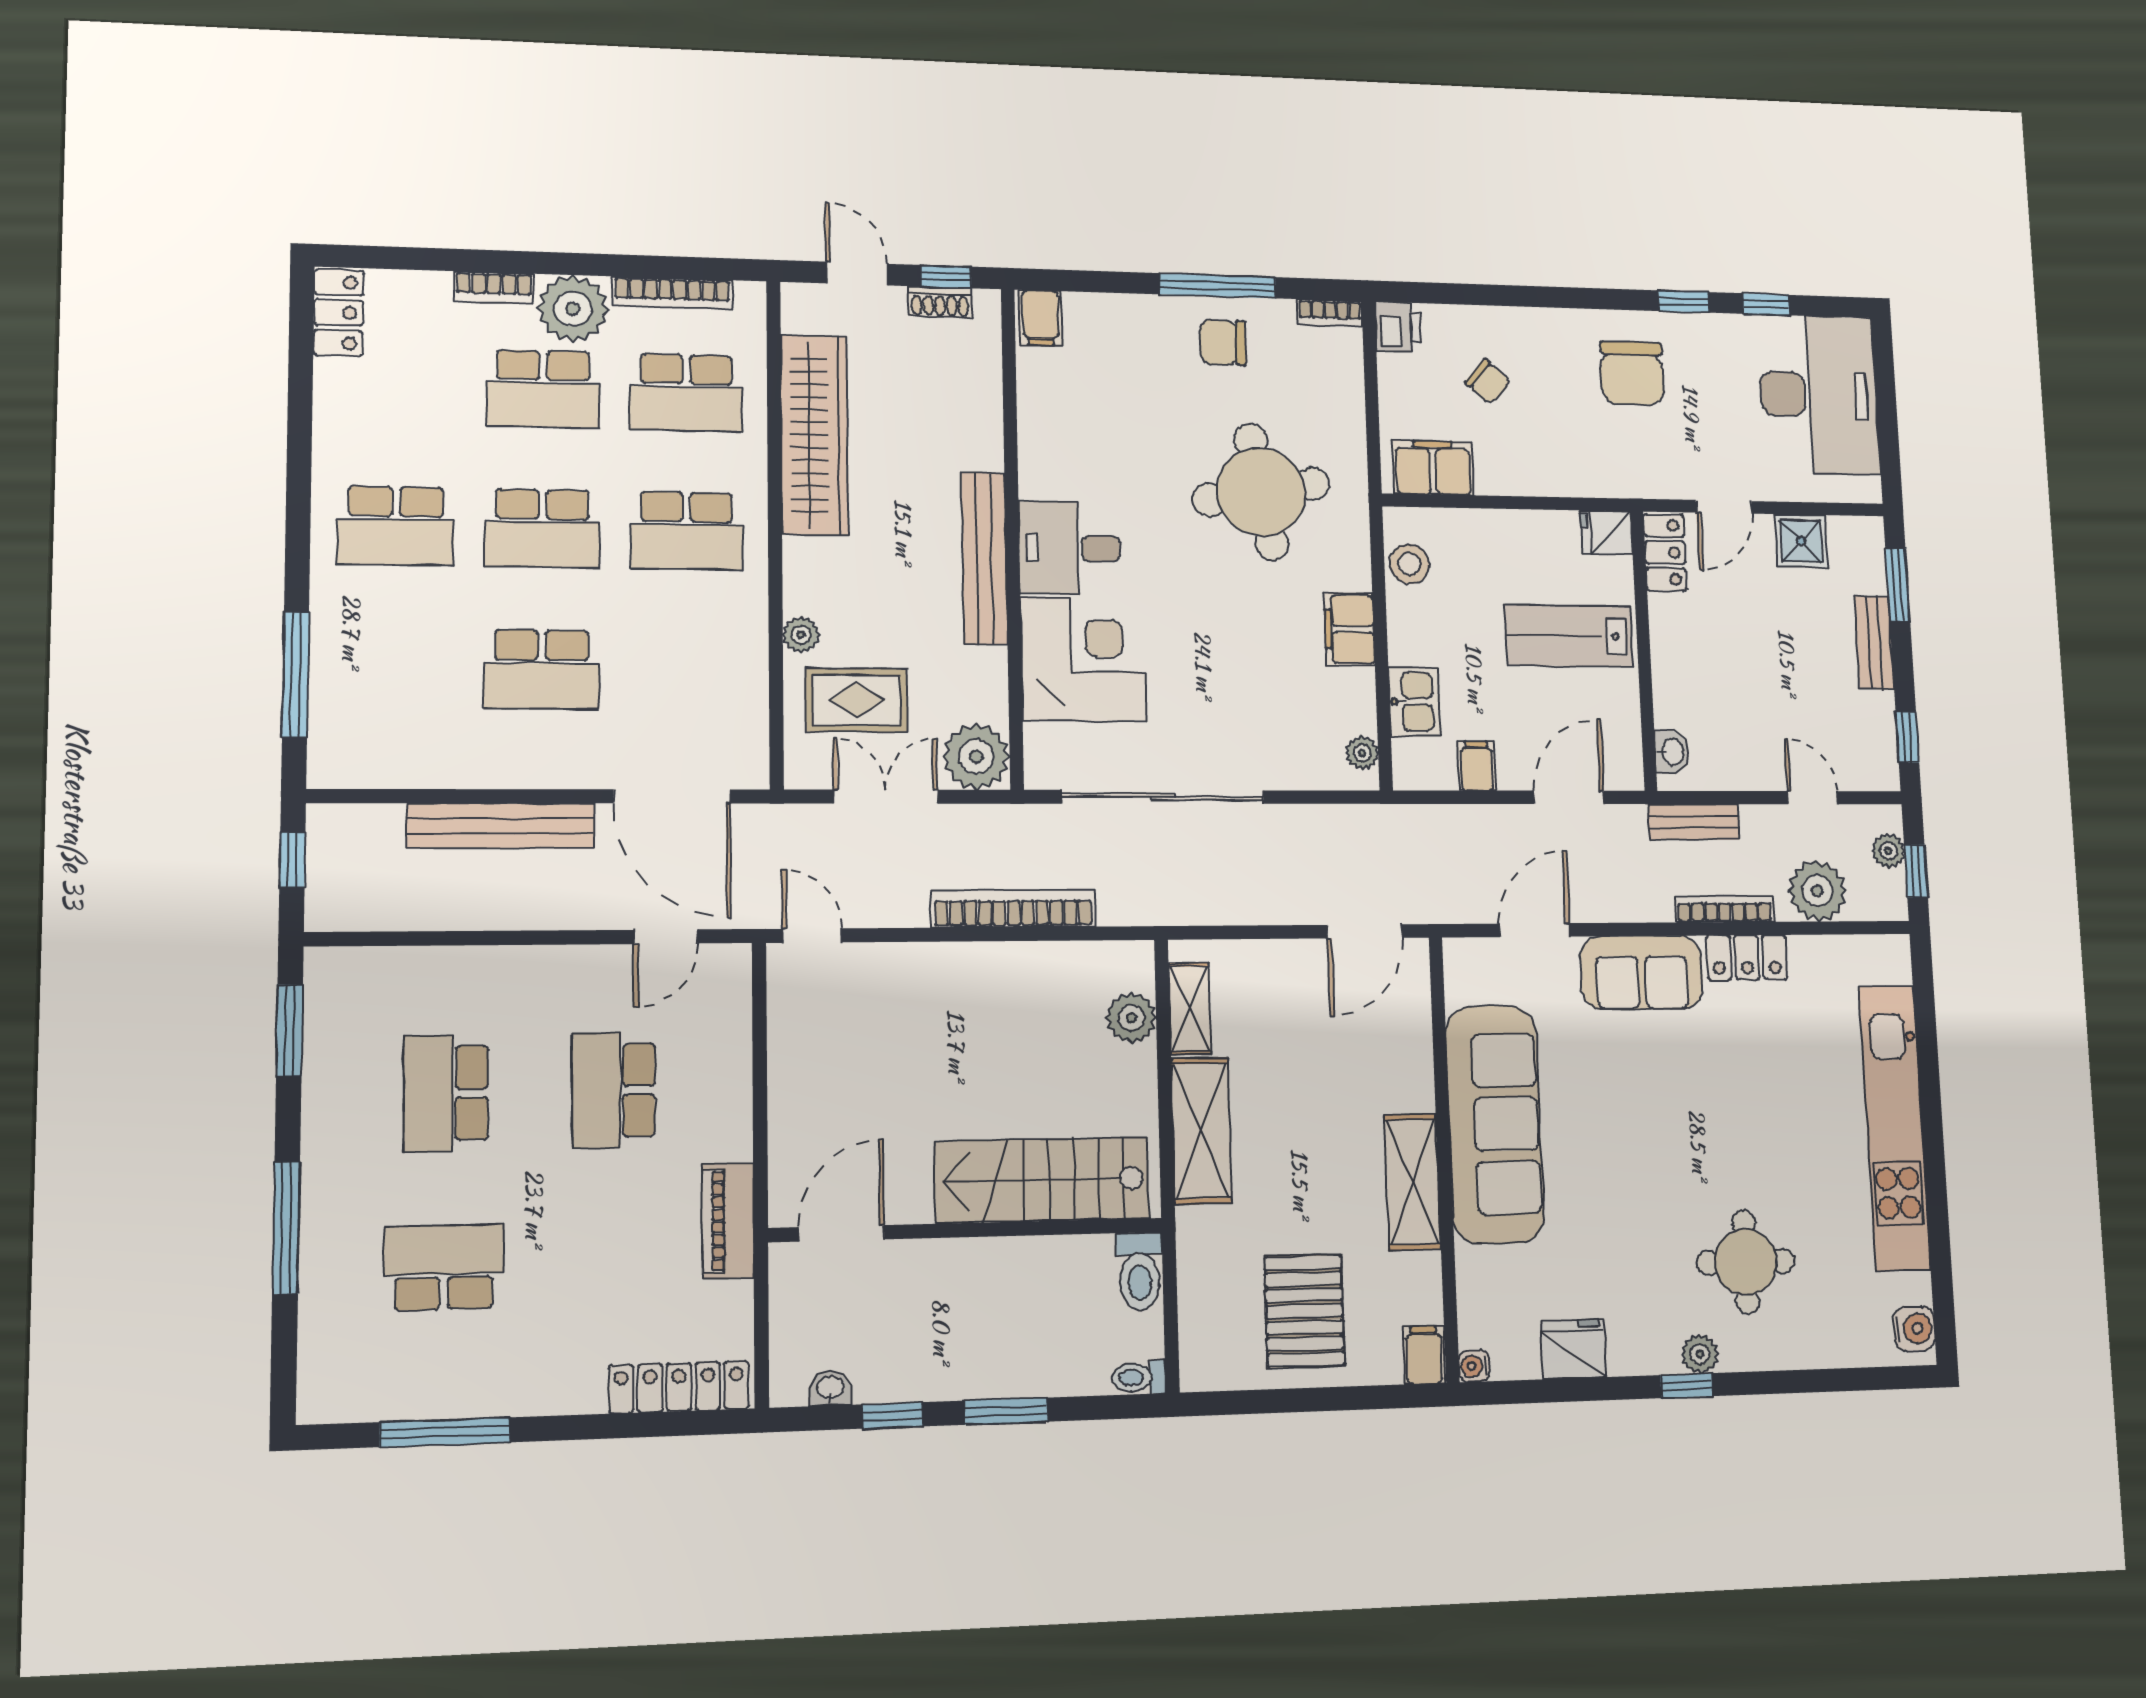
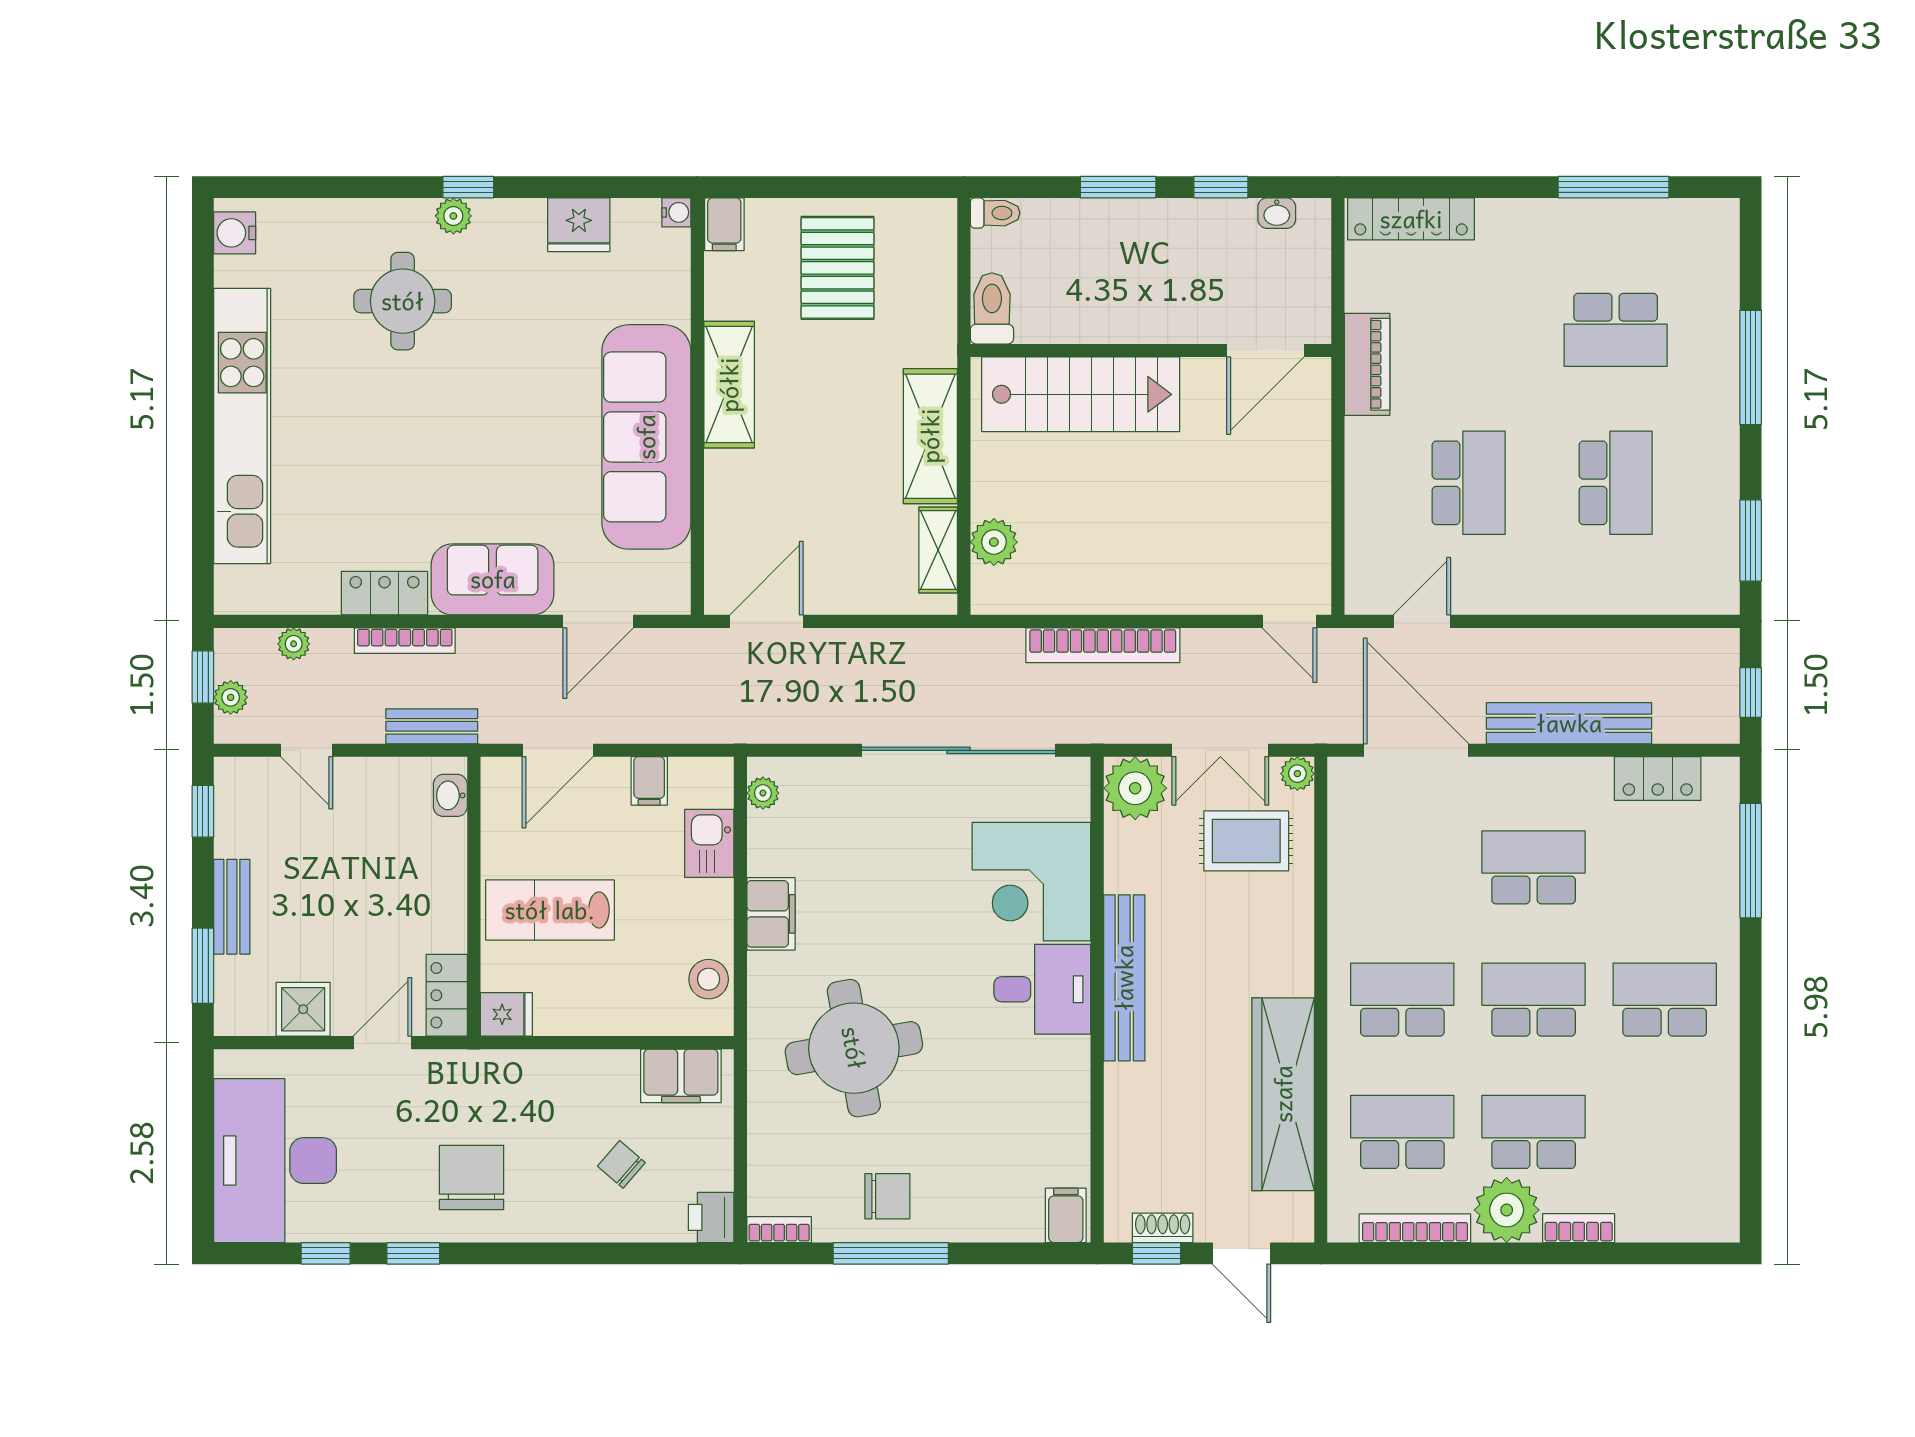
locker: (338, 313) -> (1658, 779), moved, turned -90
plant: (801, 635) -> (1297, 774), moved
lab bench: (1569, 636) -> (550, 910), turned 180
plant: (1817, 891) -> (294, 644), width x0.53, depth x0.53

